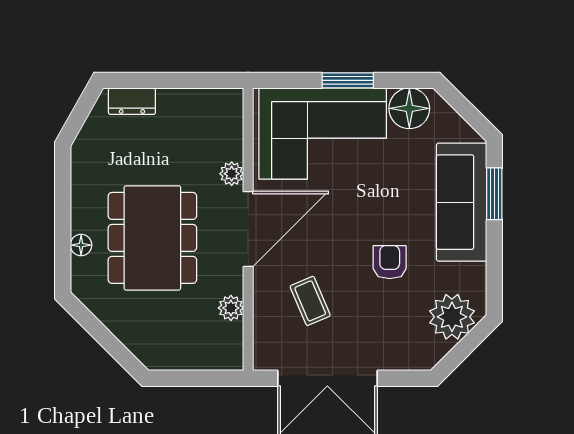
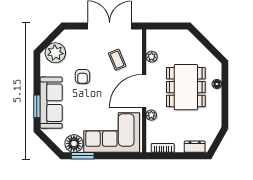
window: (348, 80) -> (83, 156), moved
bookcase: (205, 98) -> (163, 148), added

